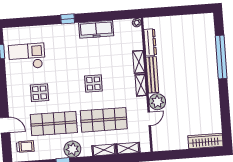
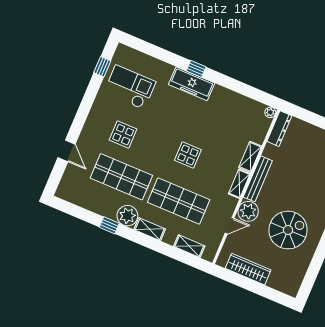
freezer: (96, 29) -> (192, 84), moved
dresser: (150, 42) -> (279, 129), moved
spiral stairs: (193, 100) -> (288, 230), added
wardrobe: (205, 141) -> (248, 269), moved
trolley: (25, 147) -> (77, 186), removed
shelving: (104, 150) -> (150, 229), moved

